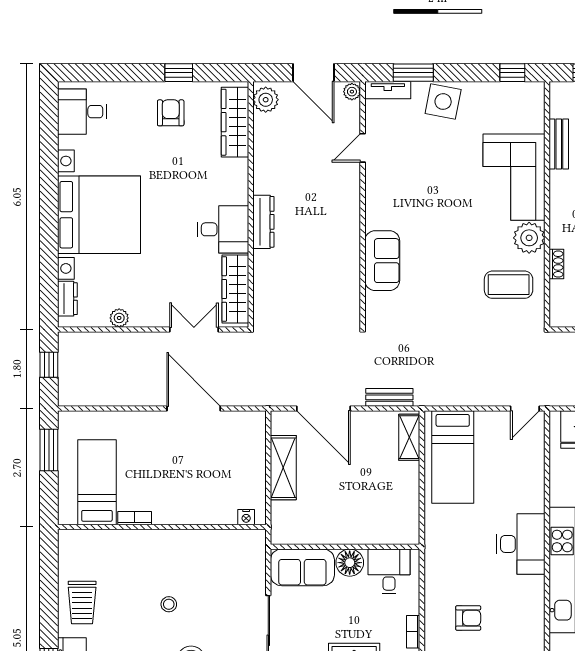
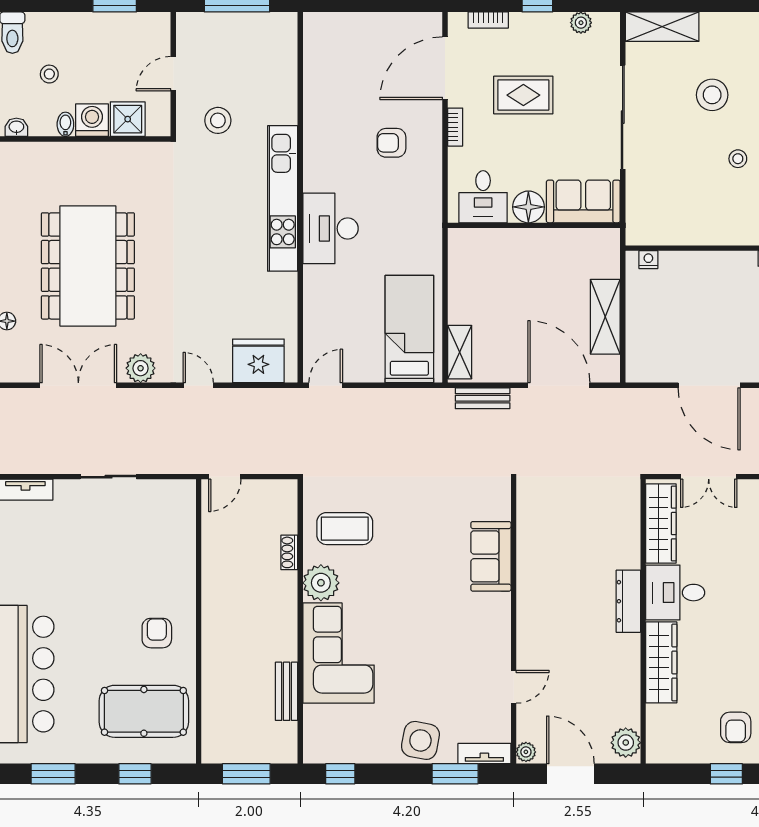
wardrobe: (235, 122) -> (661, 662), moved

